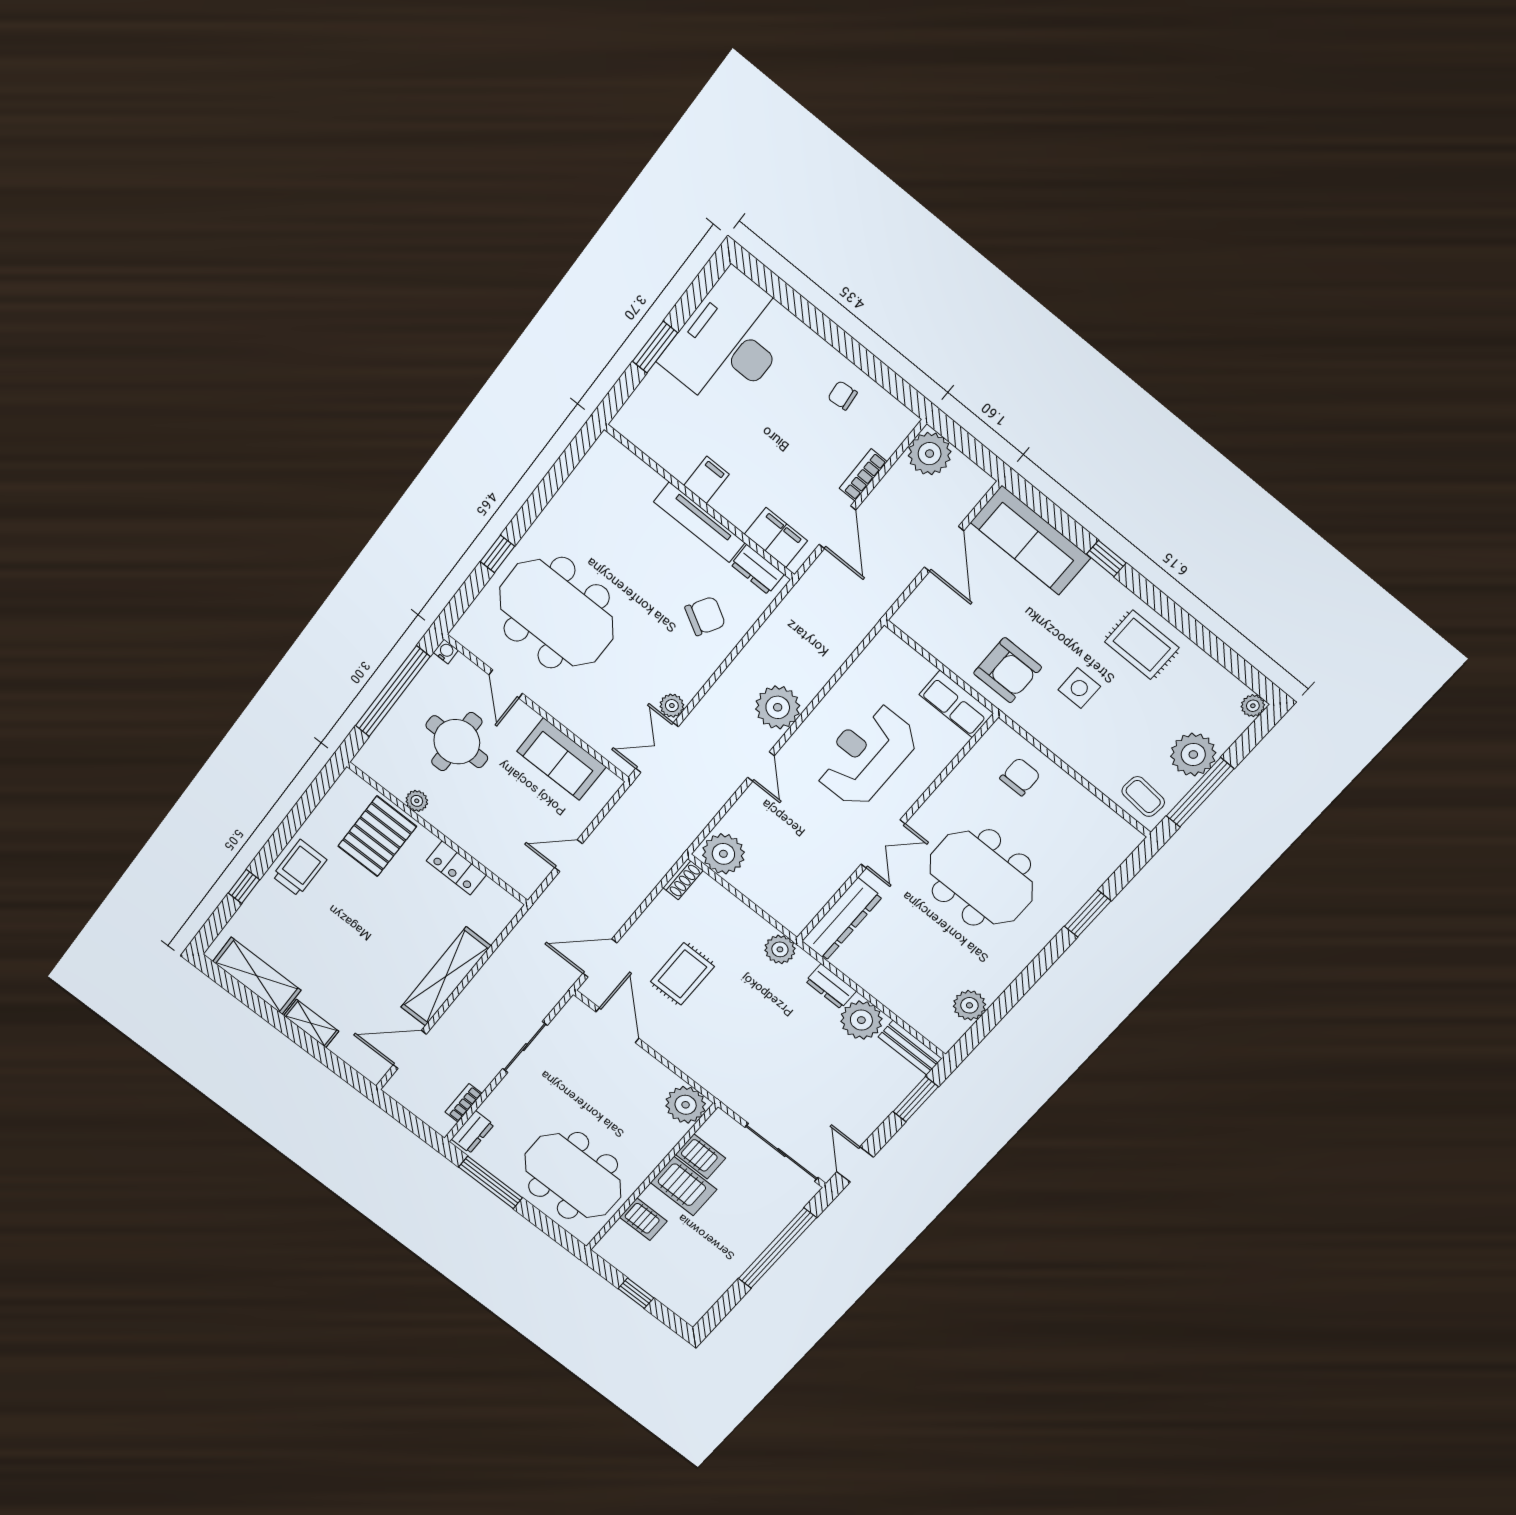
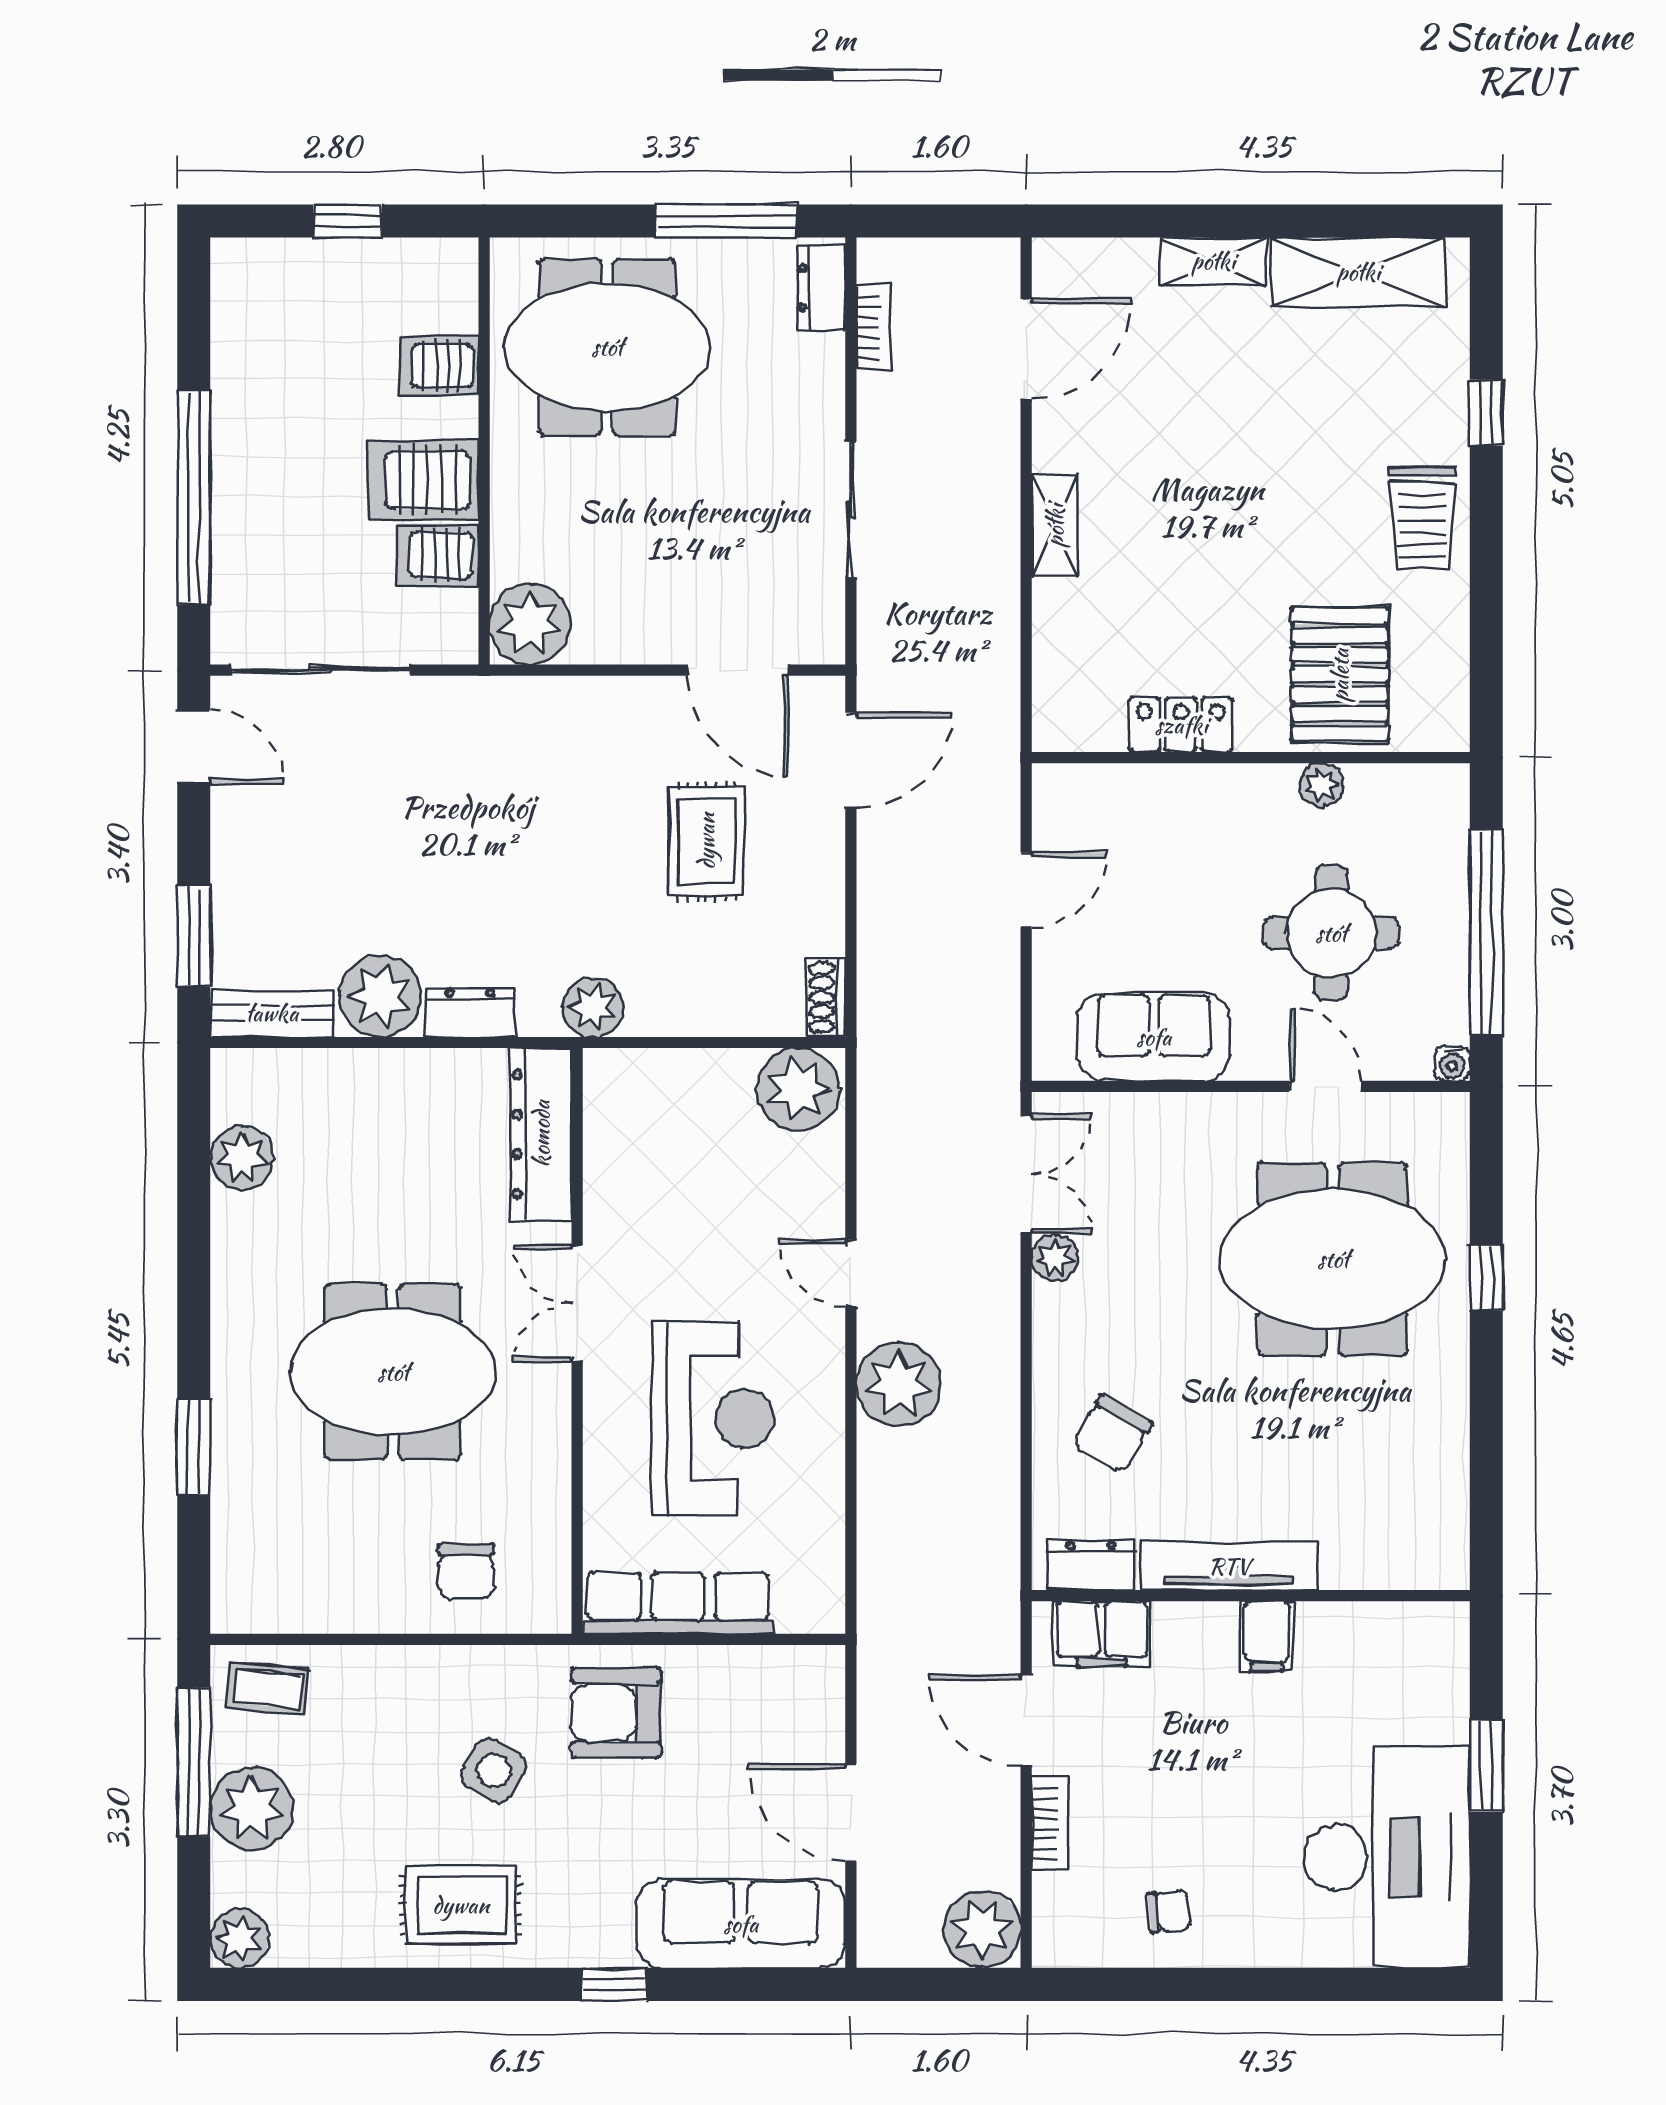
side table: (1079, 688) -> (494, 1771), turned 31
row of seats: (956, 704) -> (678, 1603), width x1.48
plant: (1253, 706) -> (240, 1939), width x1.38, depth x1.38
shelving: (446, 977) -> (1055, 526), width x0.45, depth x0.75

